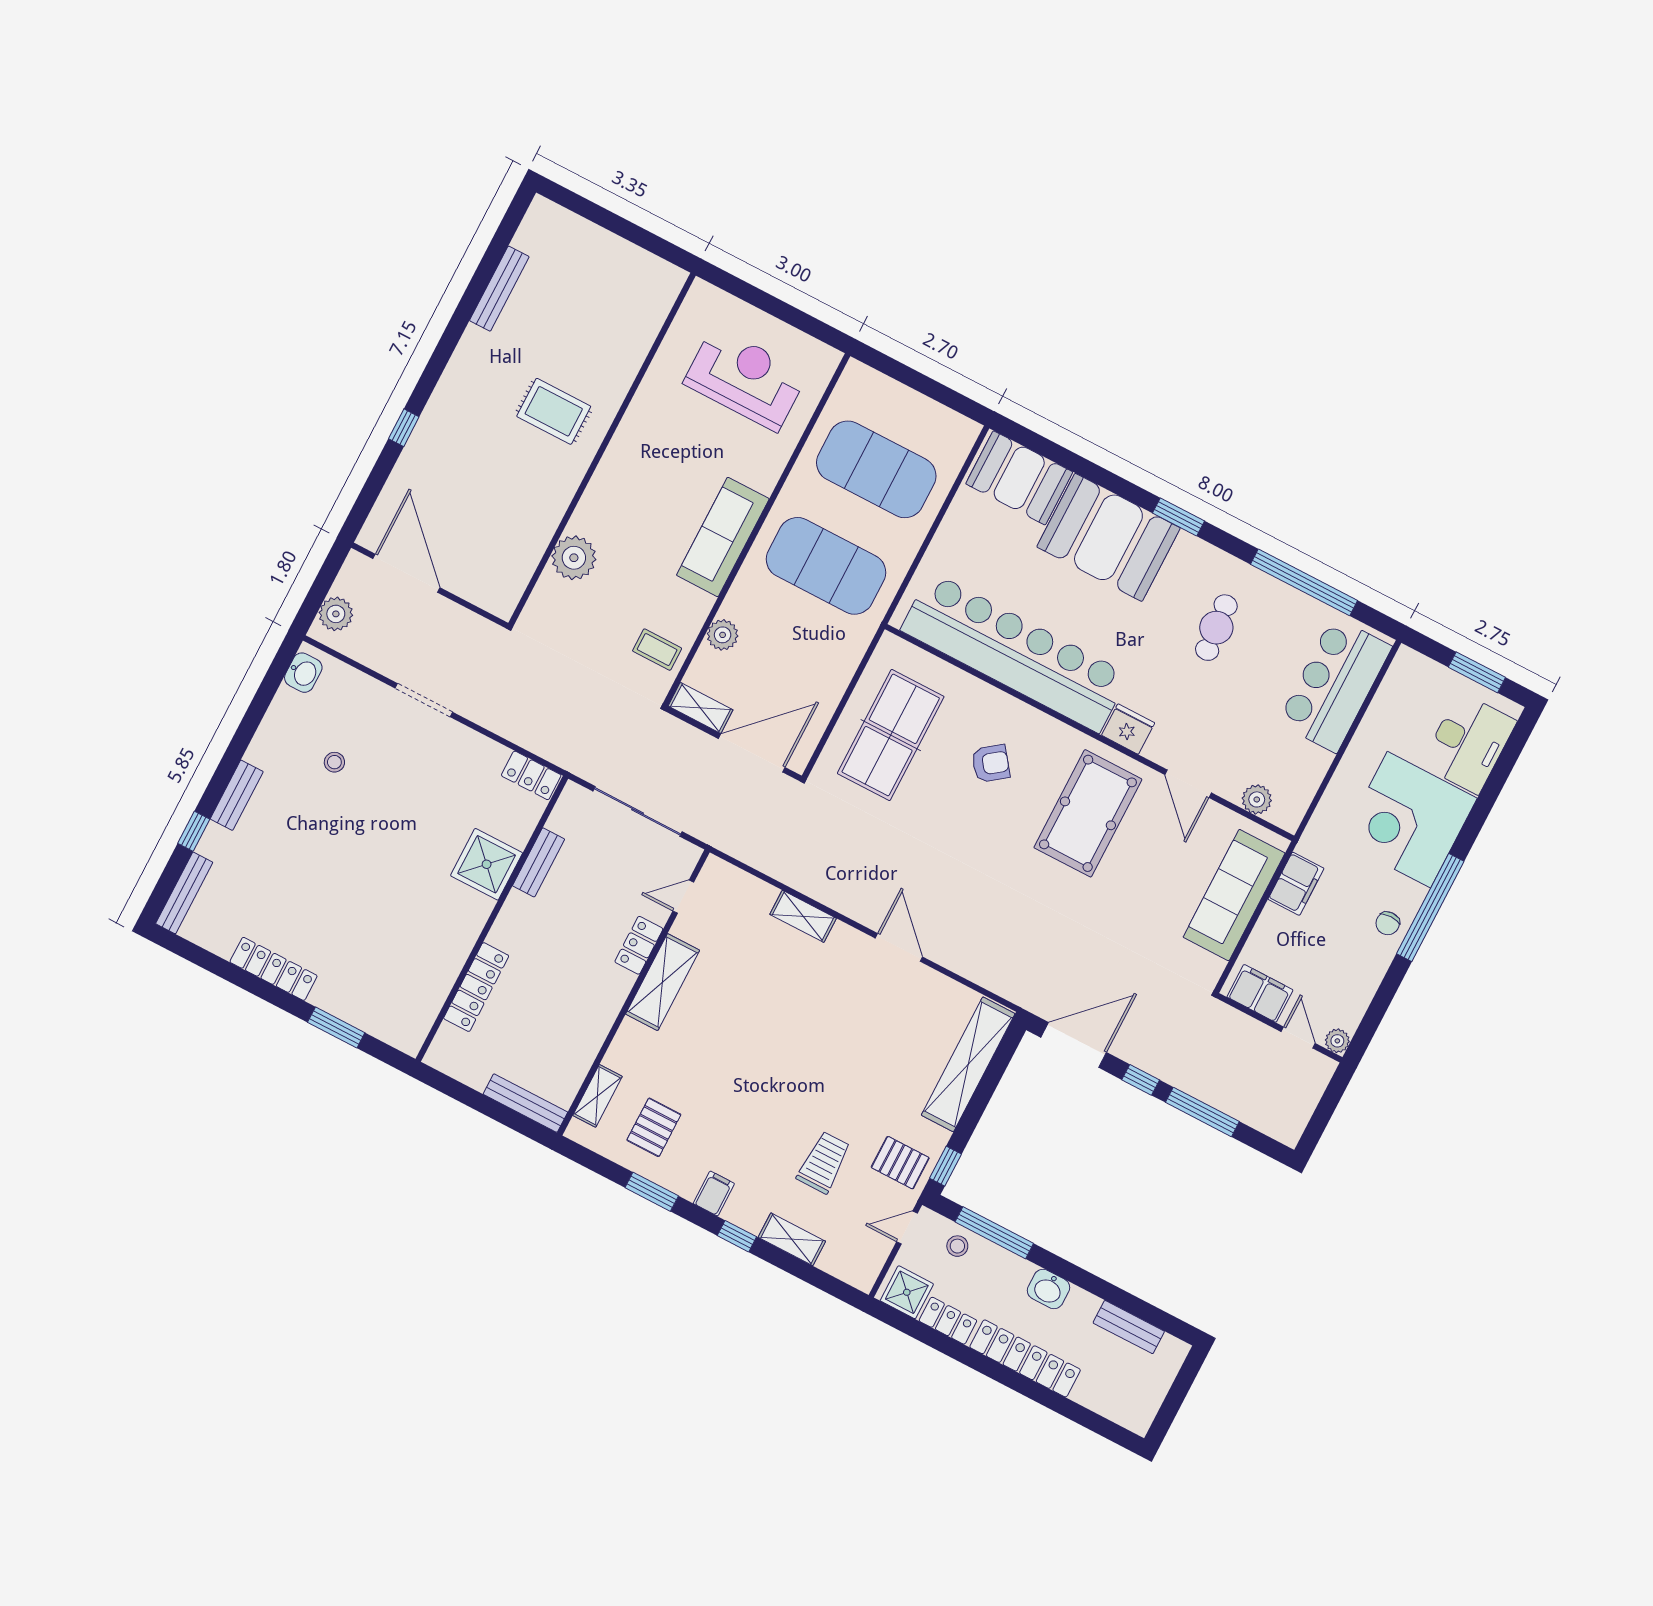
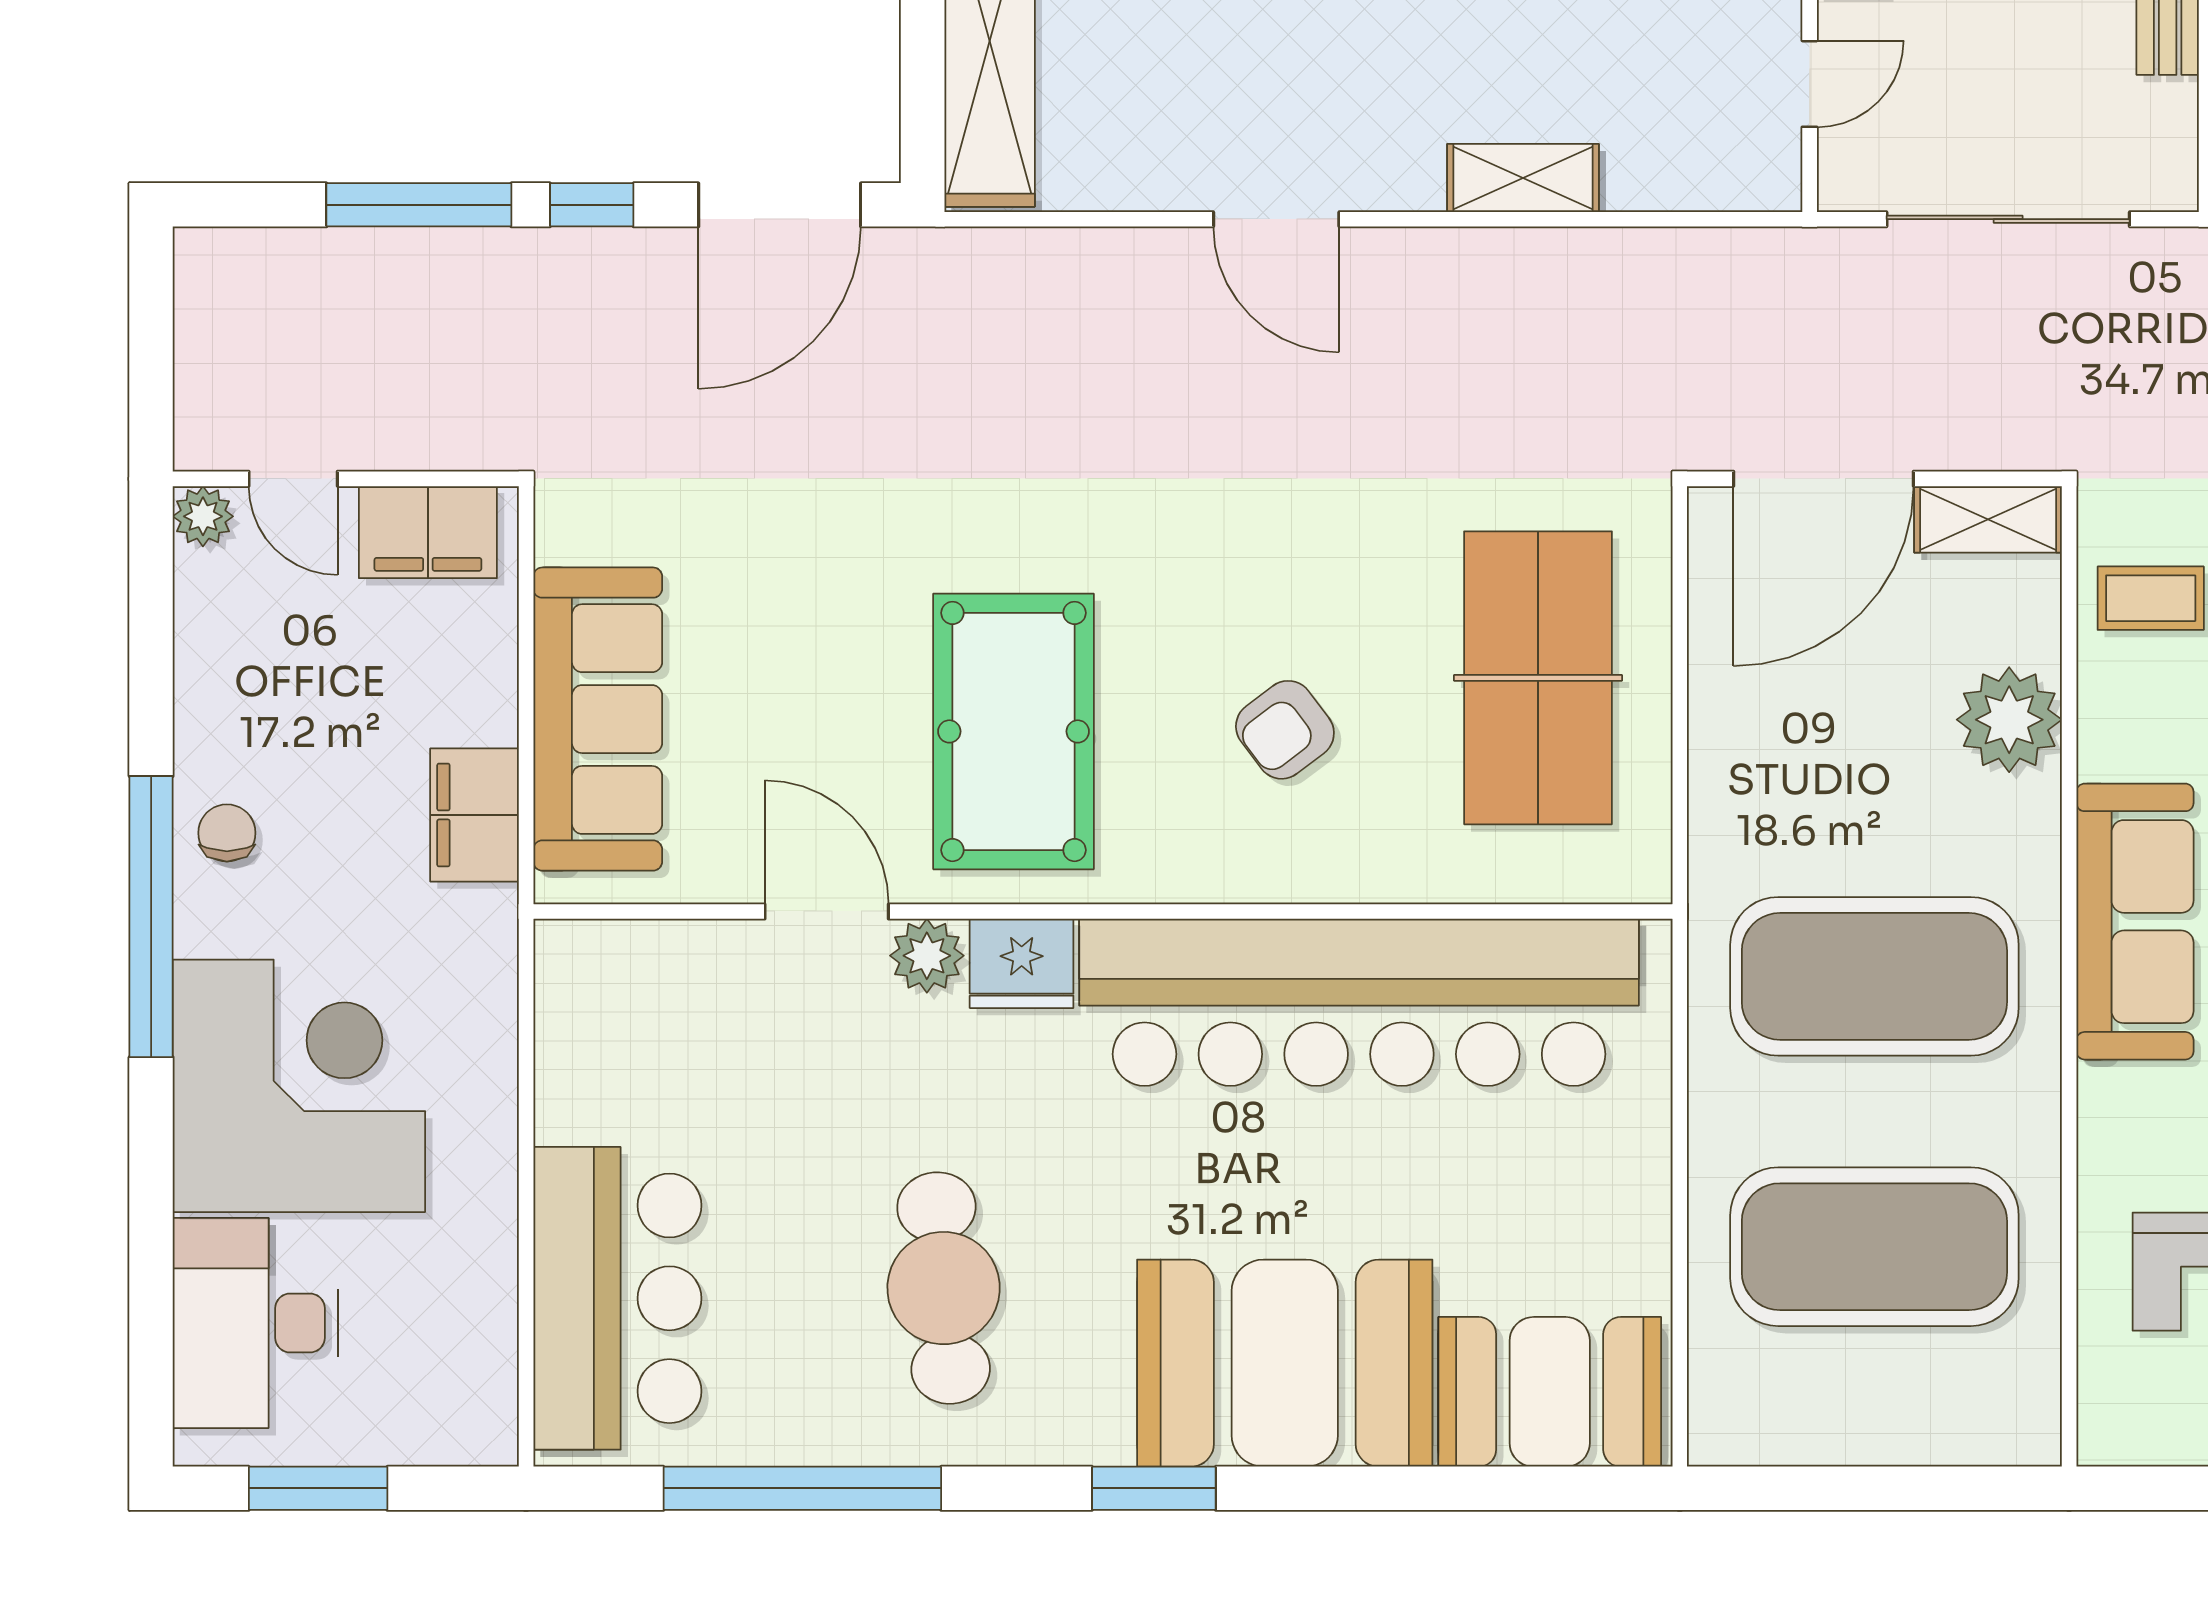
cafe table: (1216, 628) -> (944, 1288), width x1.37, depth x1.35
plant: (723, 635) -> (2009, 720), width x1.36, depth x1.36
plant: (1257, 799) -> (927, 956), moved

